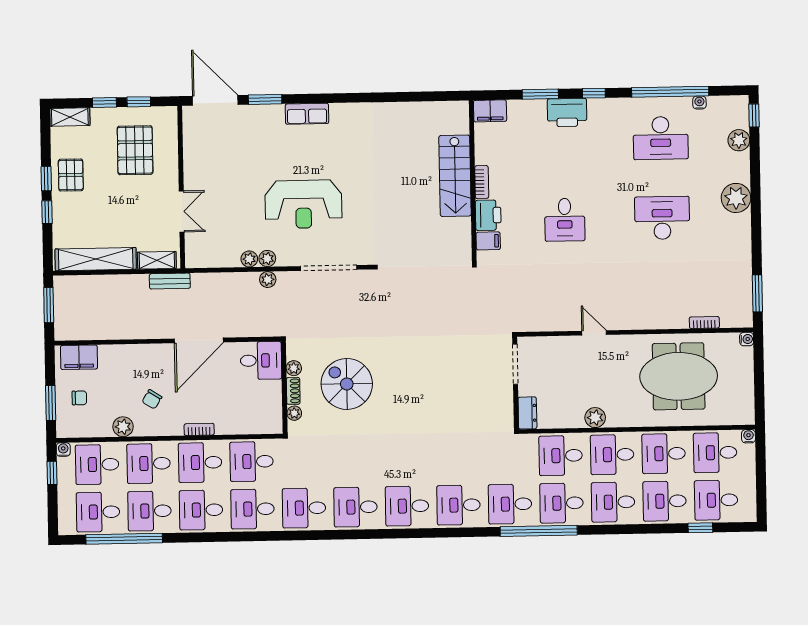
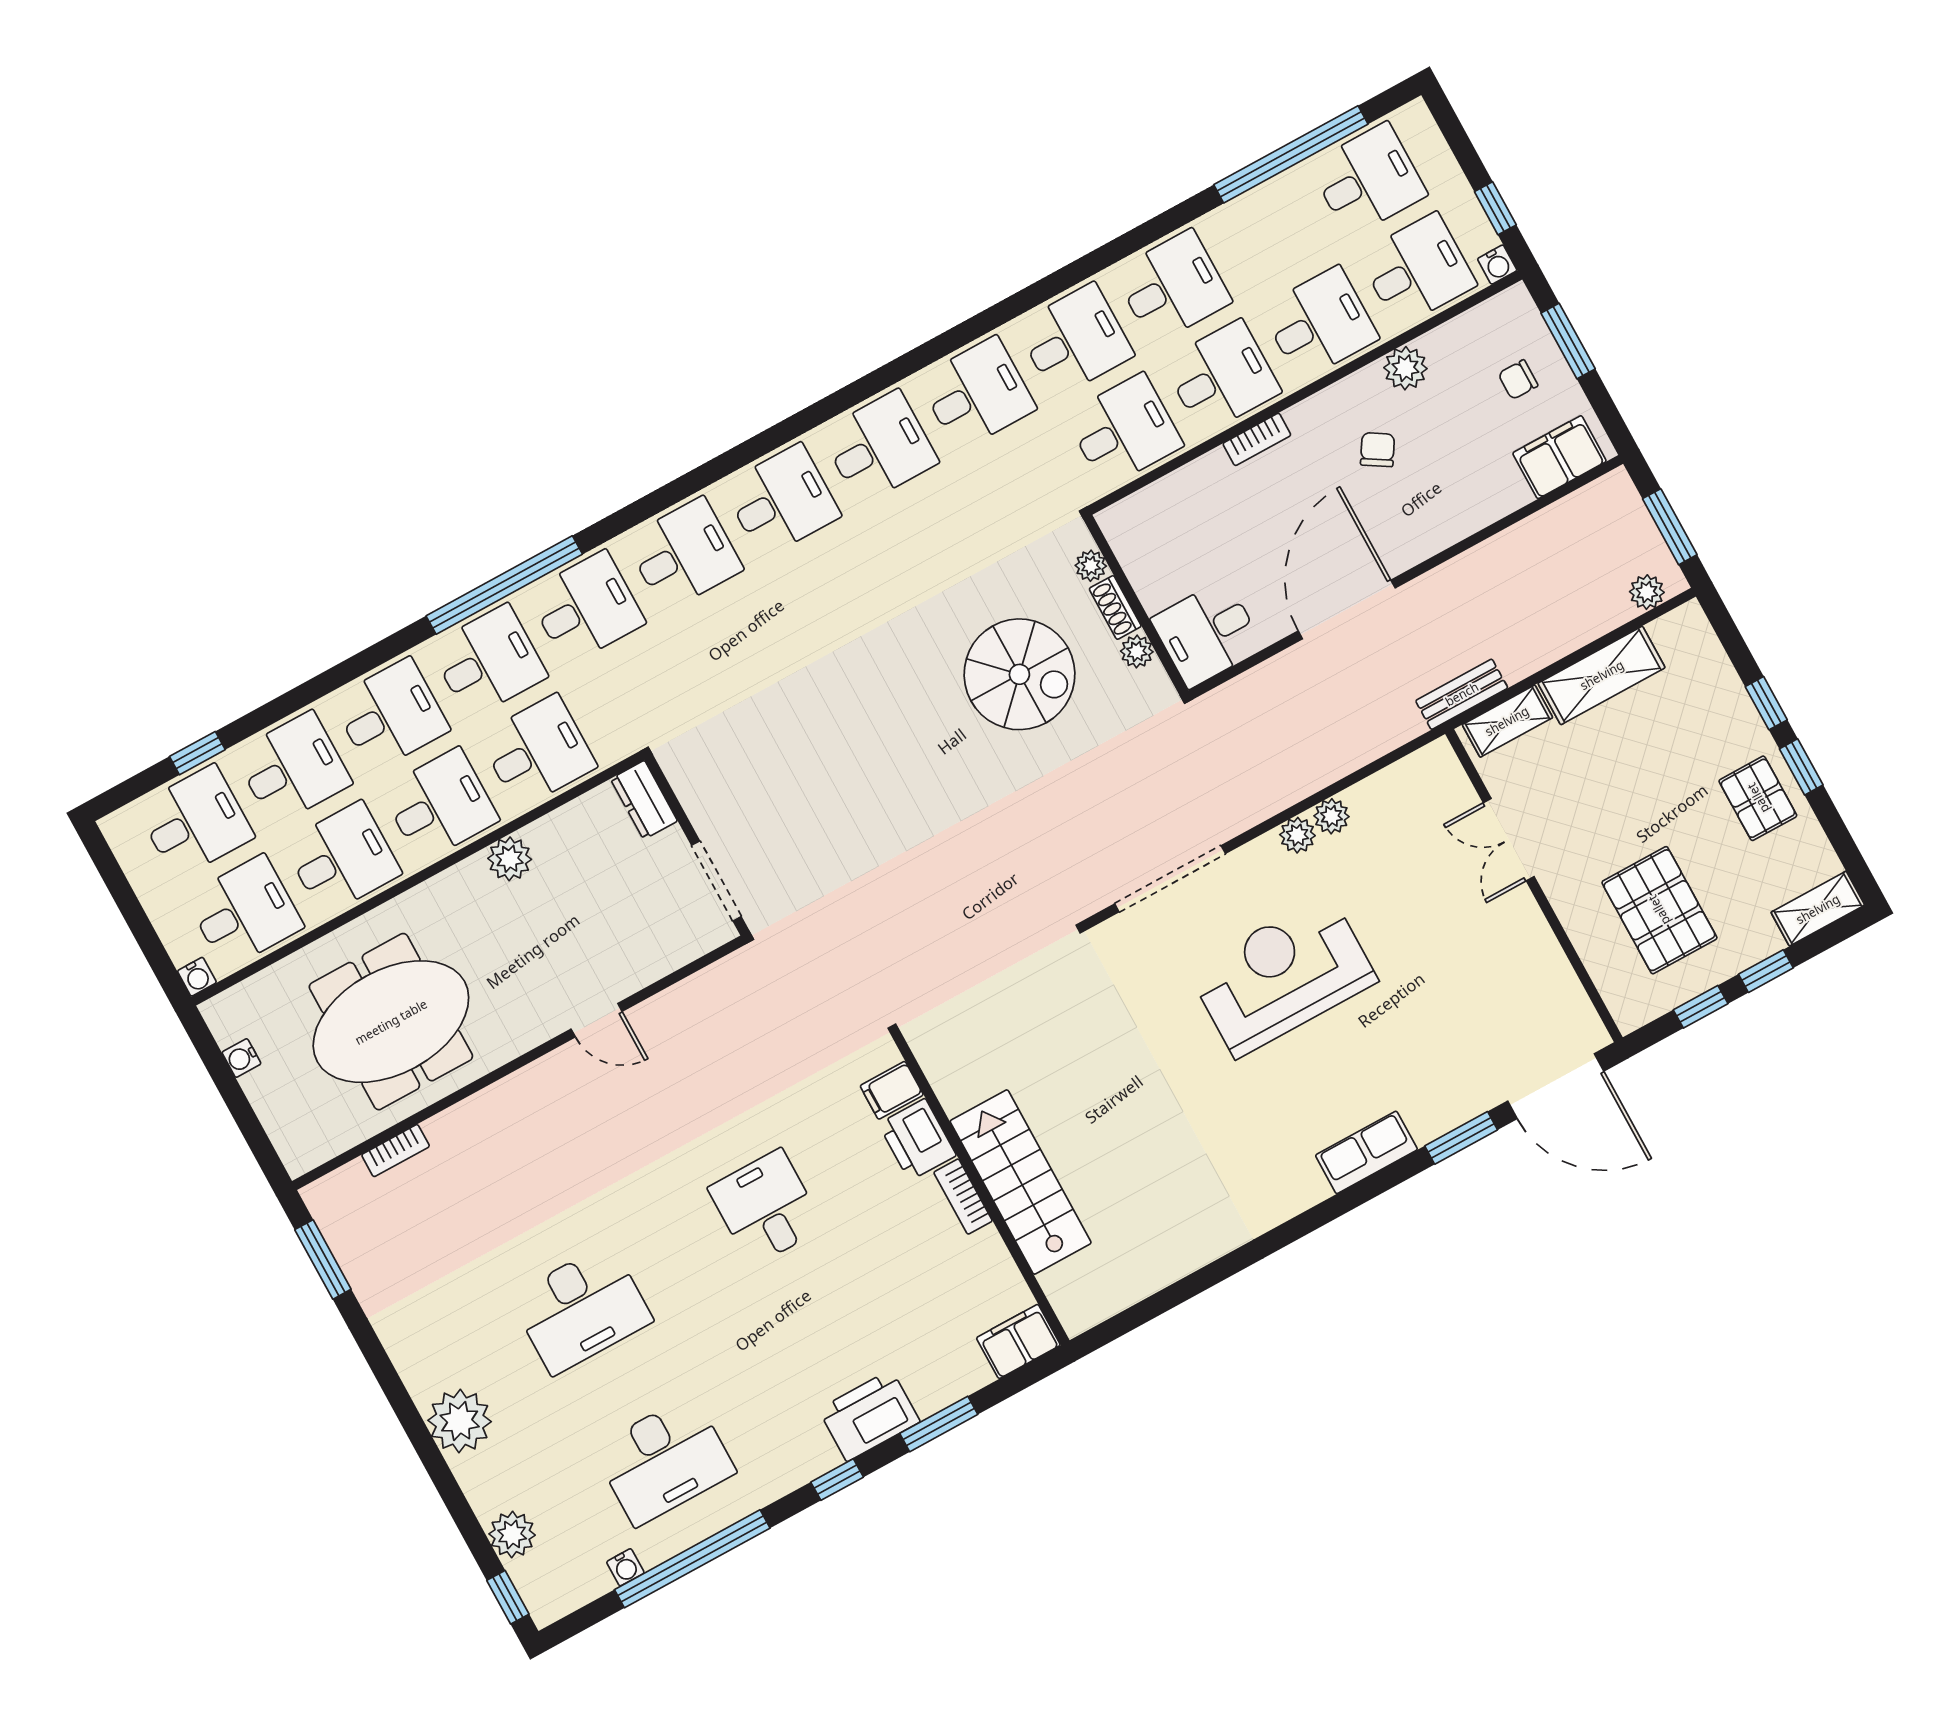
desk: (661, 138) -> (664, 1460), turned 180
shelving: (96, 259) -> (1602, 675), width x0.68
plant: (268, 280) -> (1647, 592), moved
water cooler: (747, 339) -> (241, 1058), moved
desk: (150, 511) -> (1270, 233), removed

